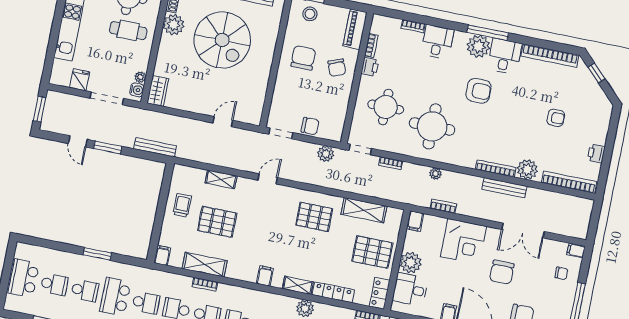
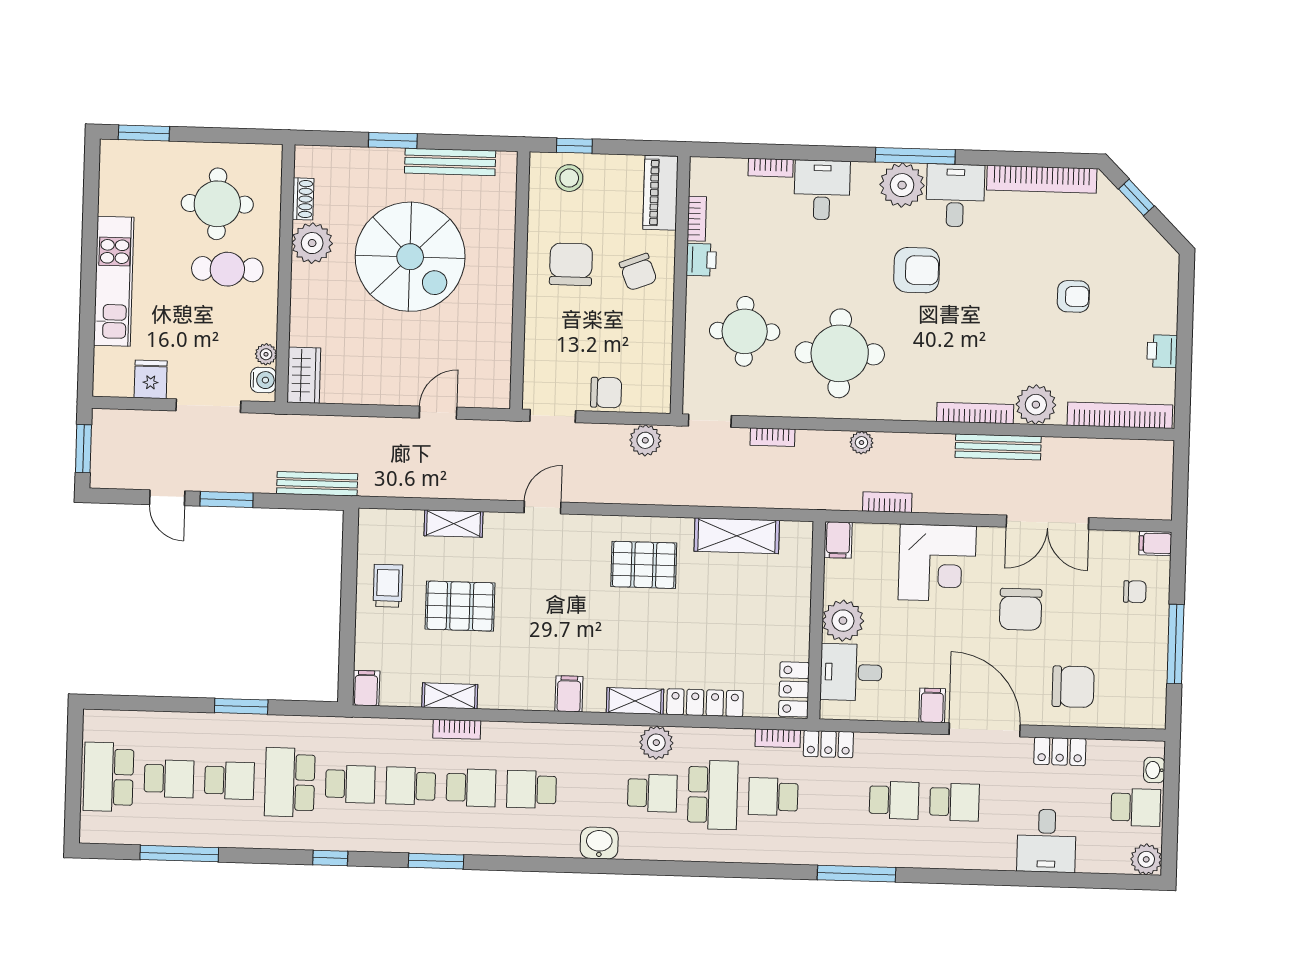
pallet: (372, 252) -> (766, 613), removed
shelving: (205, 265) -> (450, 696), width x0.67, depth x0.75

